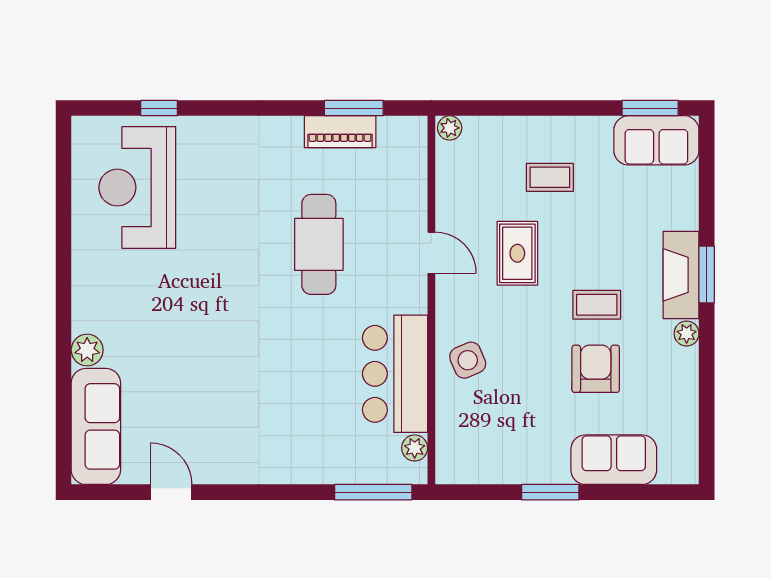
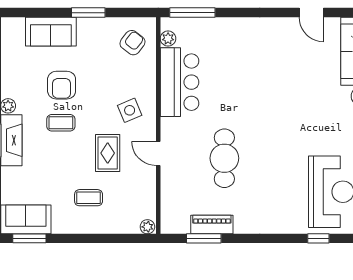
side table: (468, 360) -> (130, 110), moved
armchair: (475, 441) -> (132, 43), added

